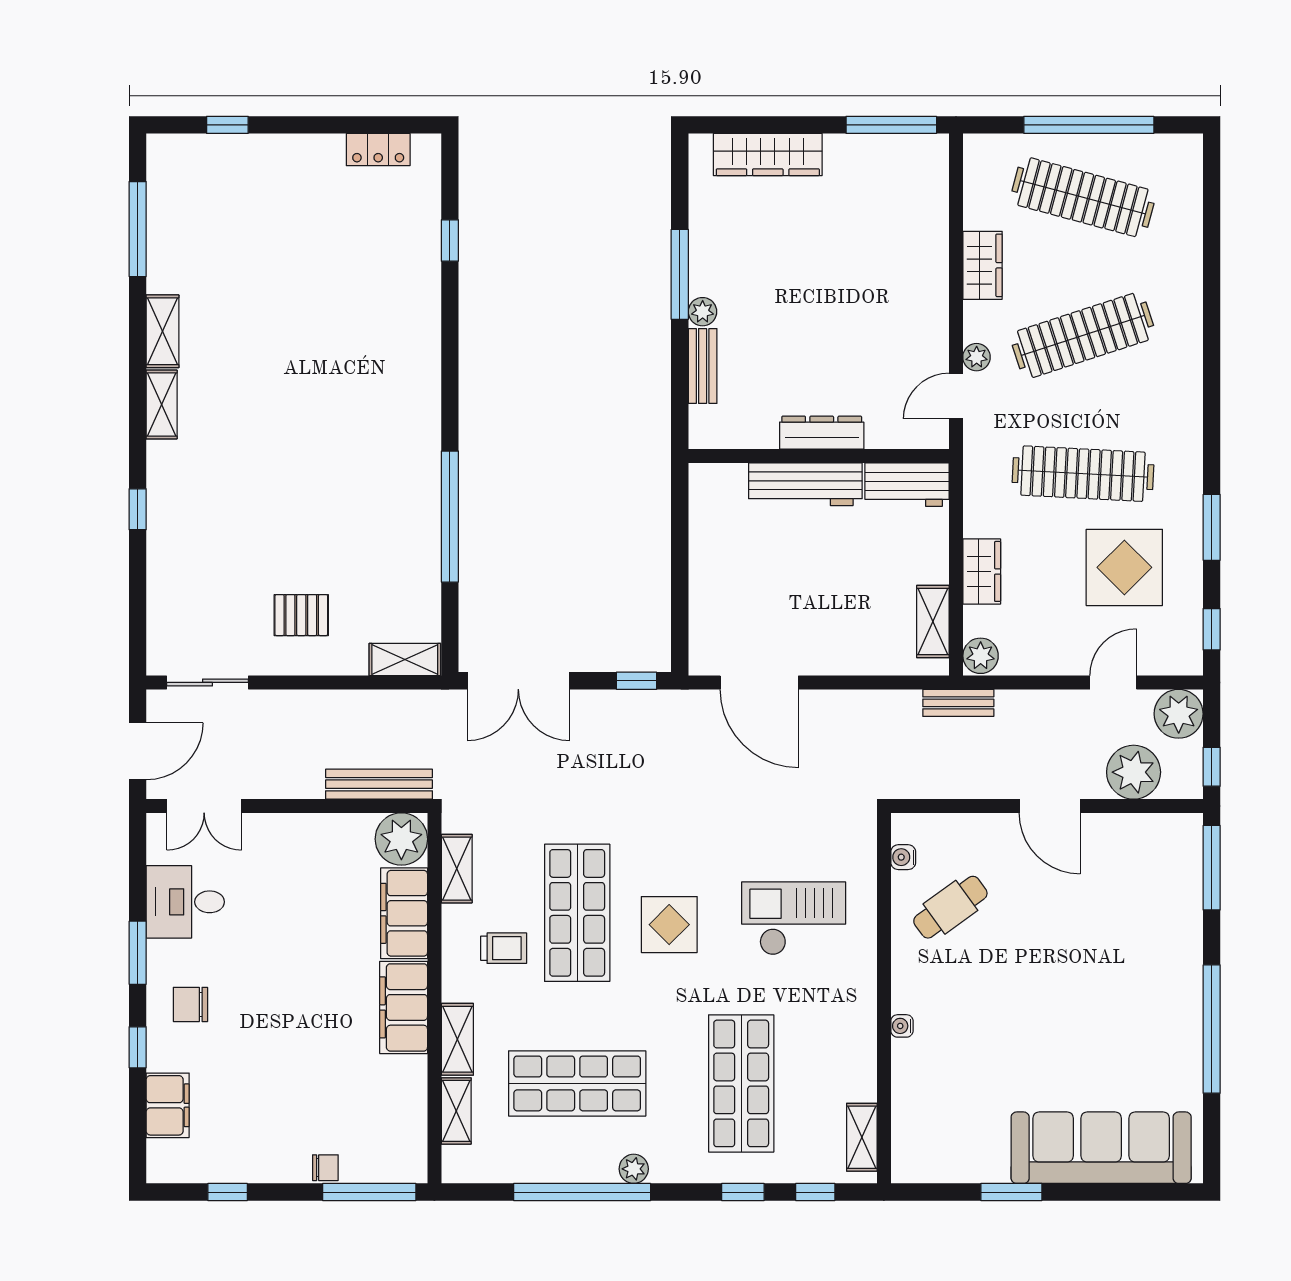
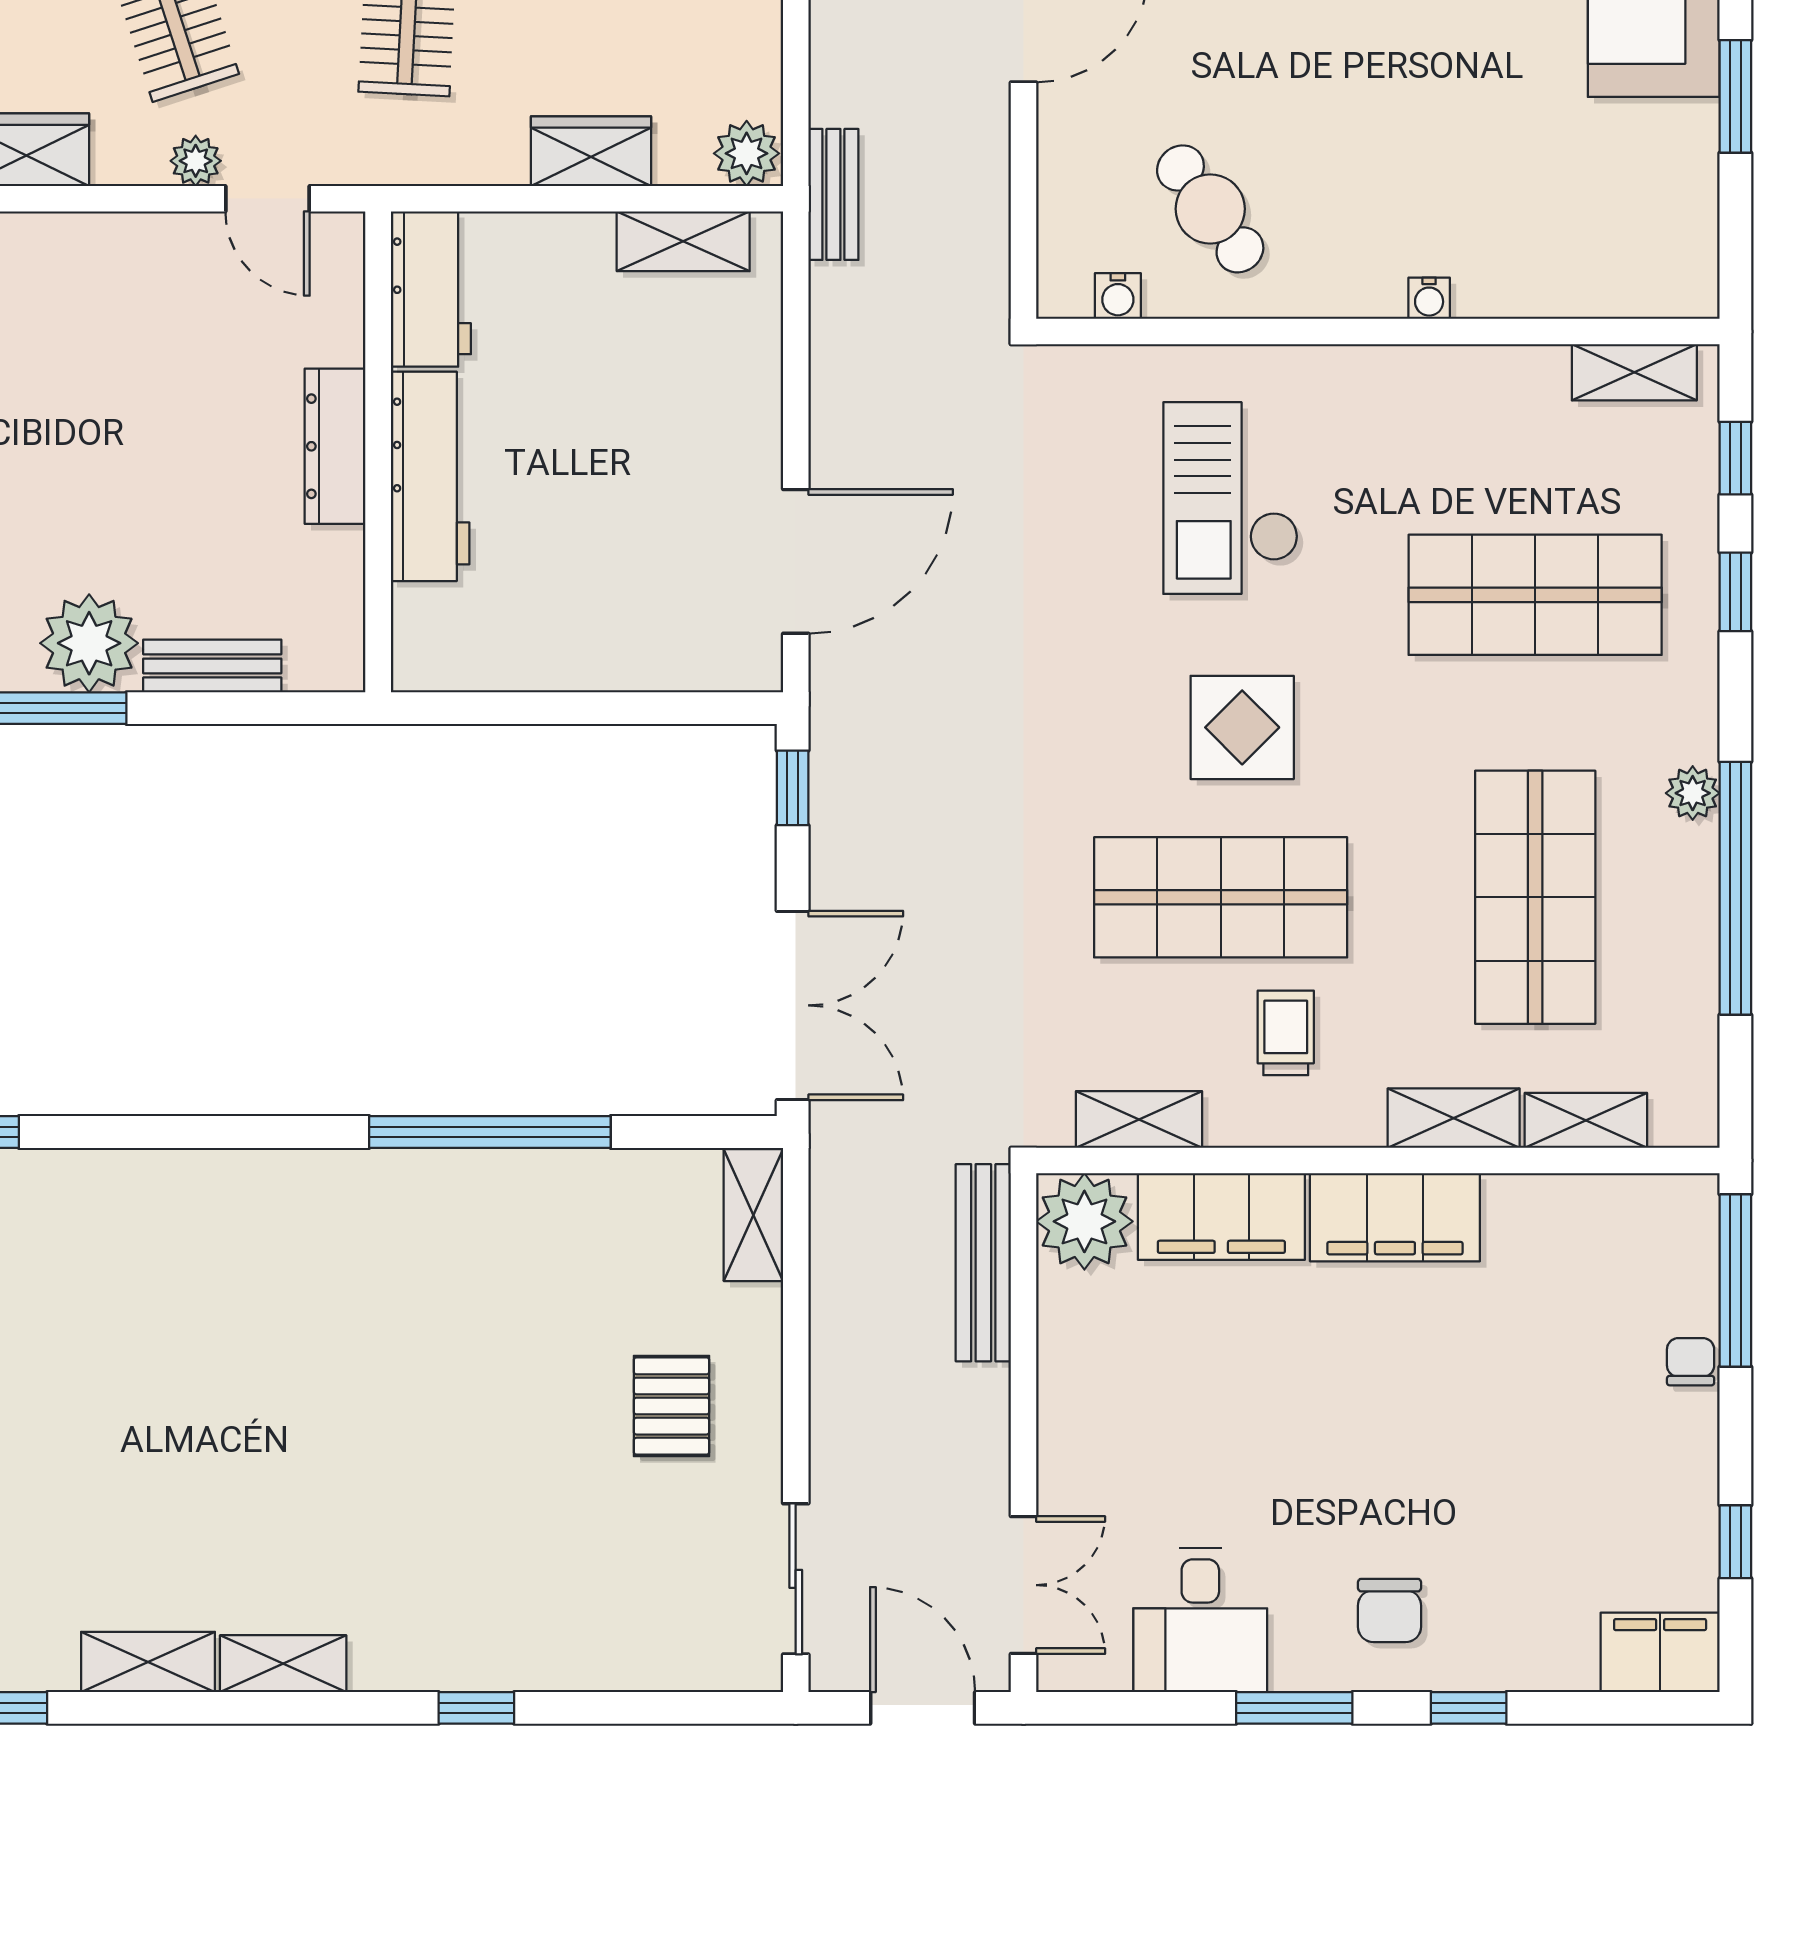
plant: (703, 312) -> (89, 643), width x1.87, depth x1.87
filing cabinet: (168, 1105) -> (1660, 1652), moved

